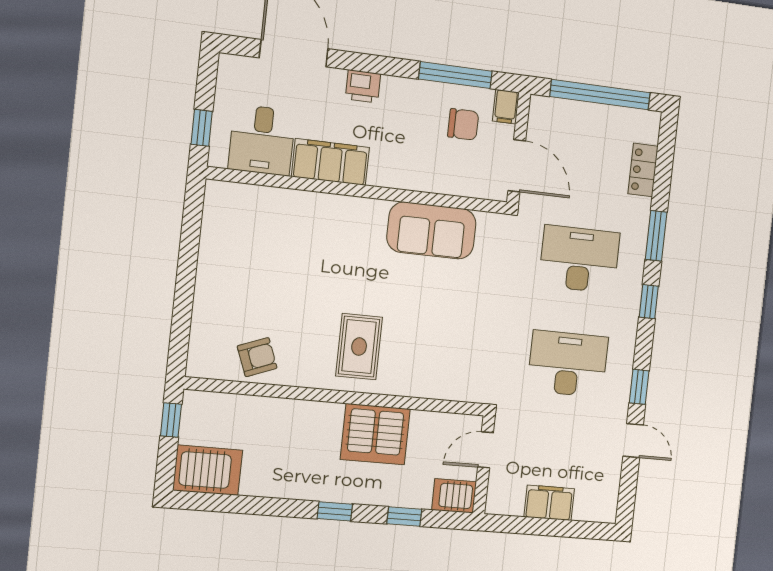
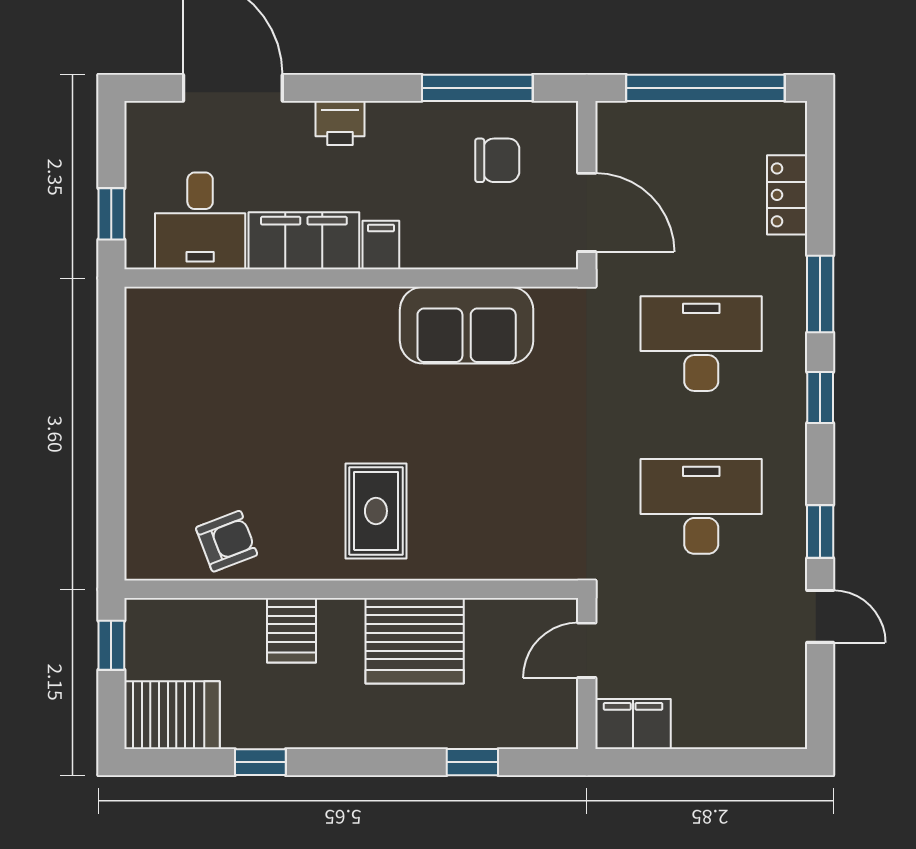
filing cabinet: (506, 107) -> (381, 245), moved, turned 180
server rack: (454, 496) -> (292, 630), moved, turned -90
filing cabinet: (549, 503) -> (633, 724), moved
window: (335, 511) -> (260, 762), moved

